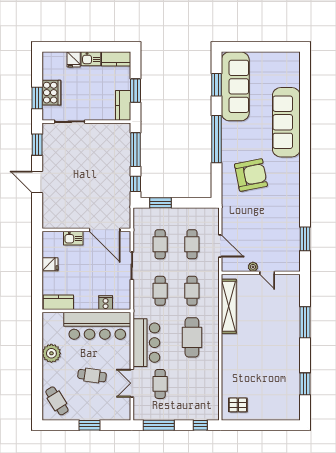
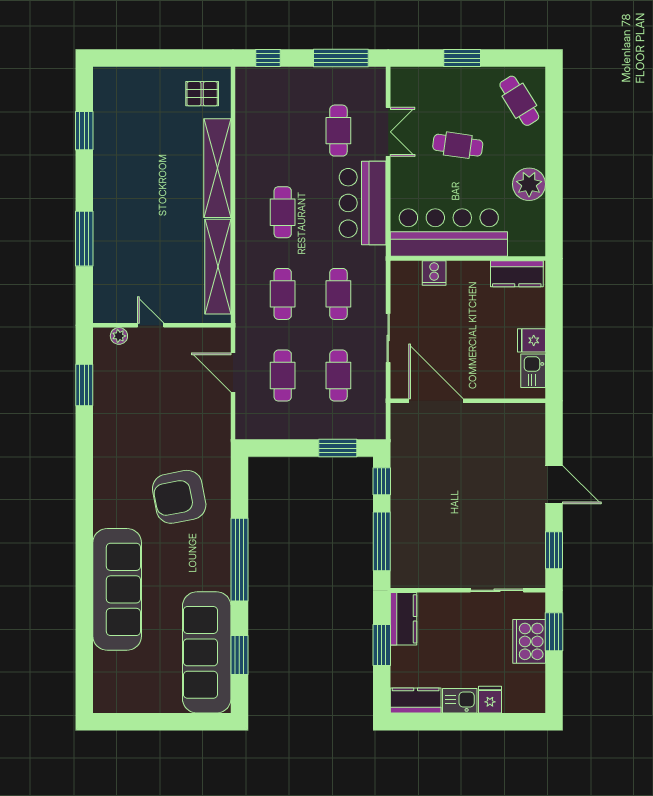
kitchen sink: (73, 238) -> (533, 371), moved, turned -90
plant: (253, 267) -> (119, 336), moved
cafe table: (192, 337) -> (283, 212), width x0.73, depth x0.74
shelving: (229, 363) -> (217, 168), added

